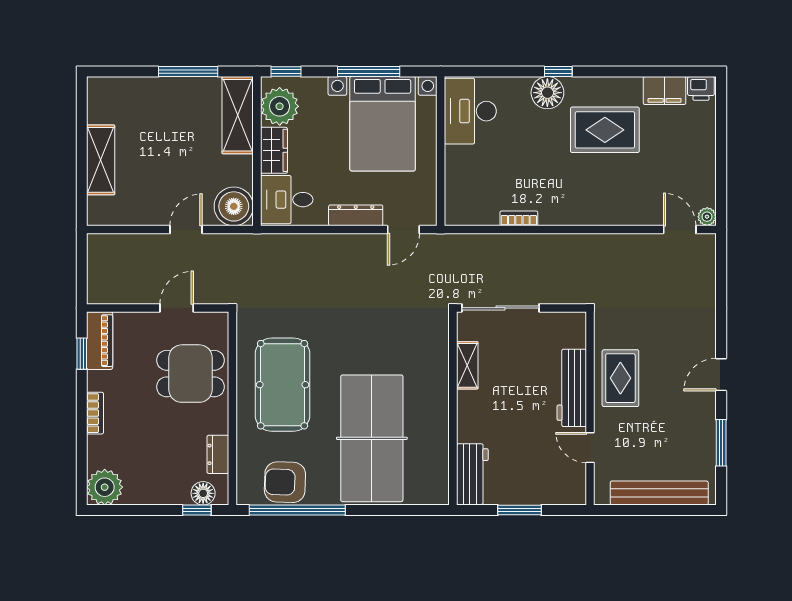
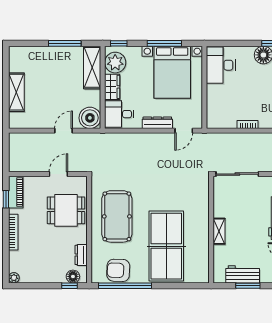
shelving: (467, 365) -> (219, 231), moved
bookcase: (95, 413) -> (13, 232), width x1.56
workbench: (472, 474) -> (243, 274), moved, turned -90
plant: (105, 487) -> (14, 278), width x0.53, depth x0.53

